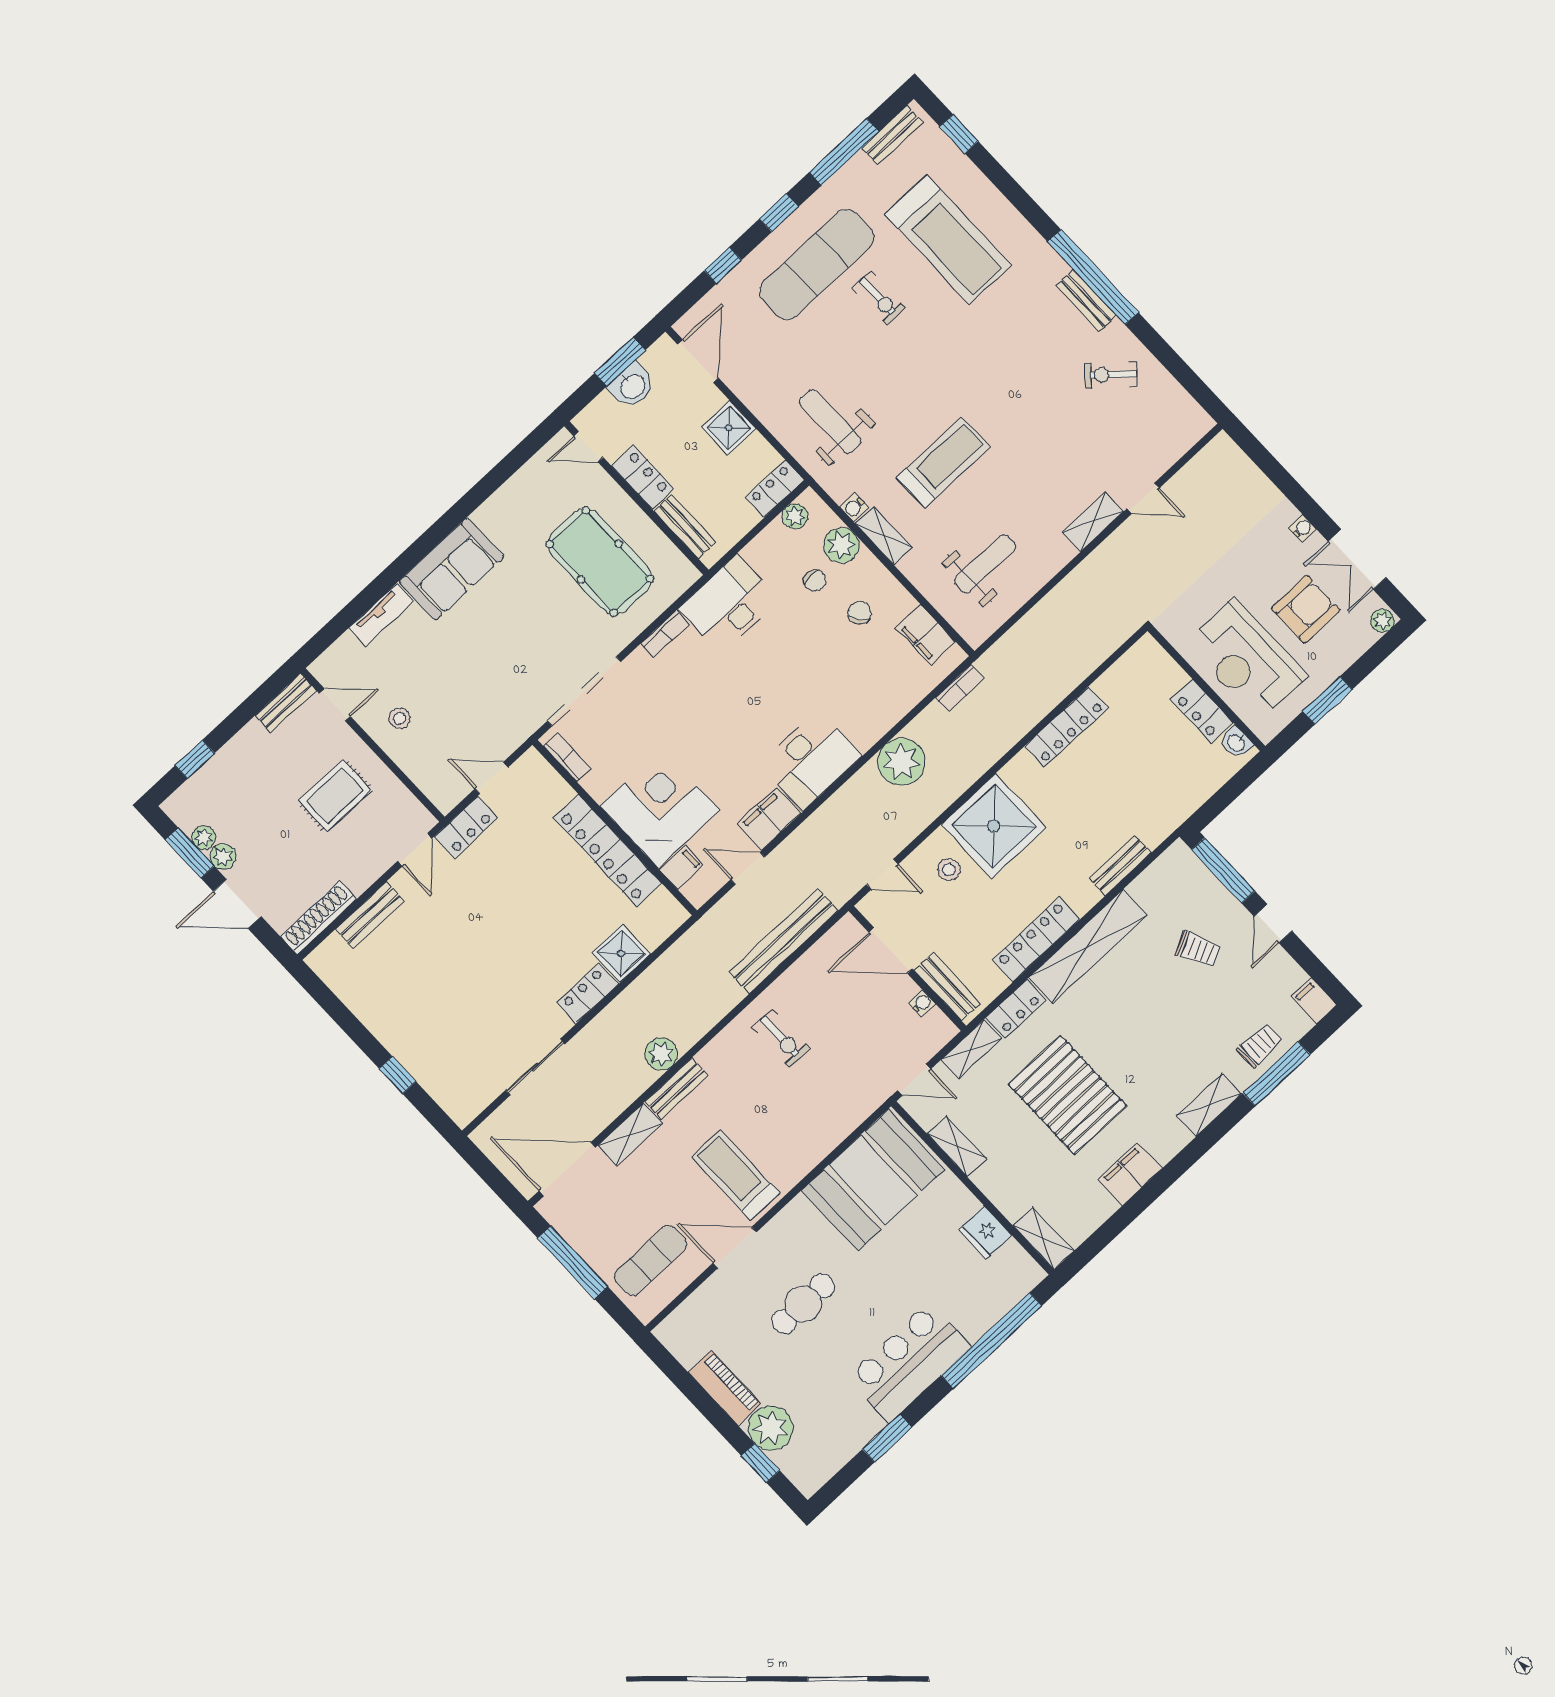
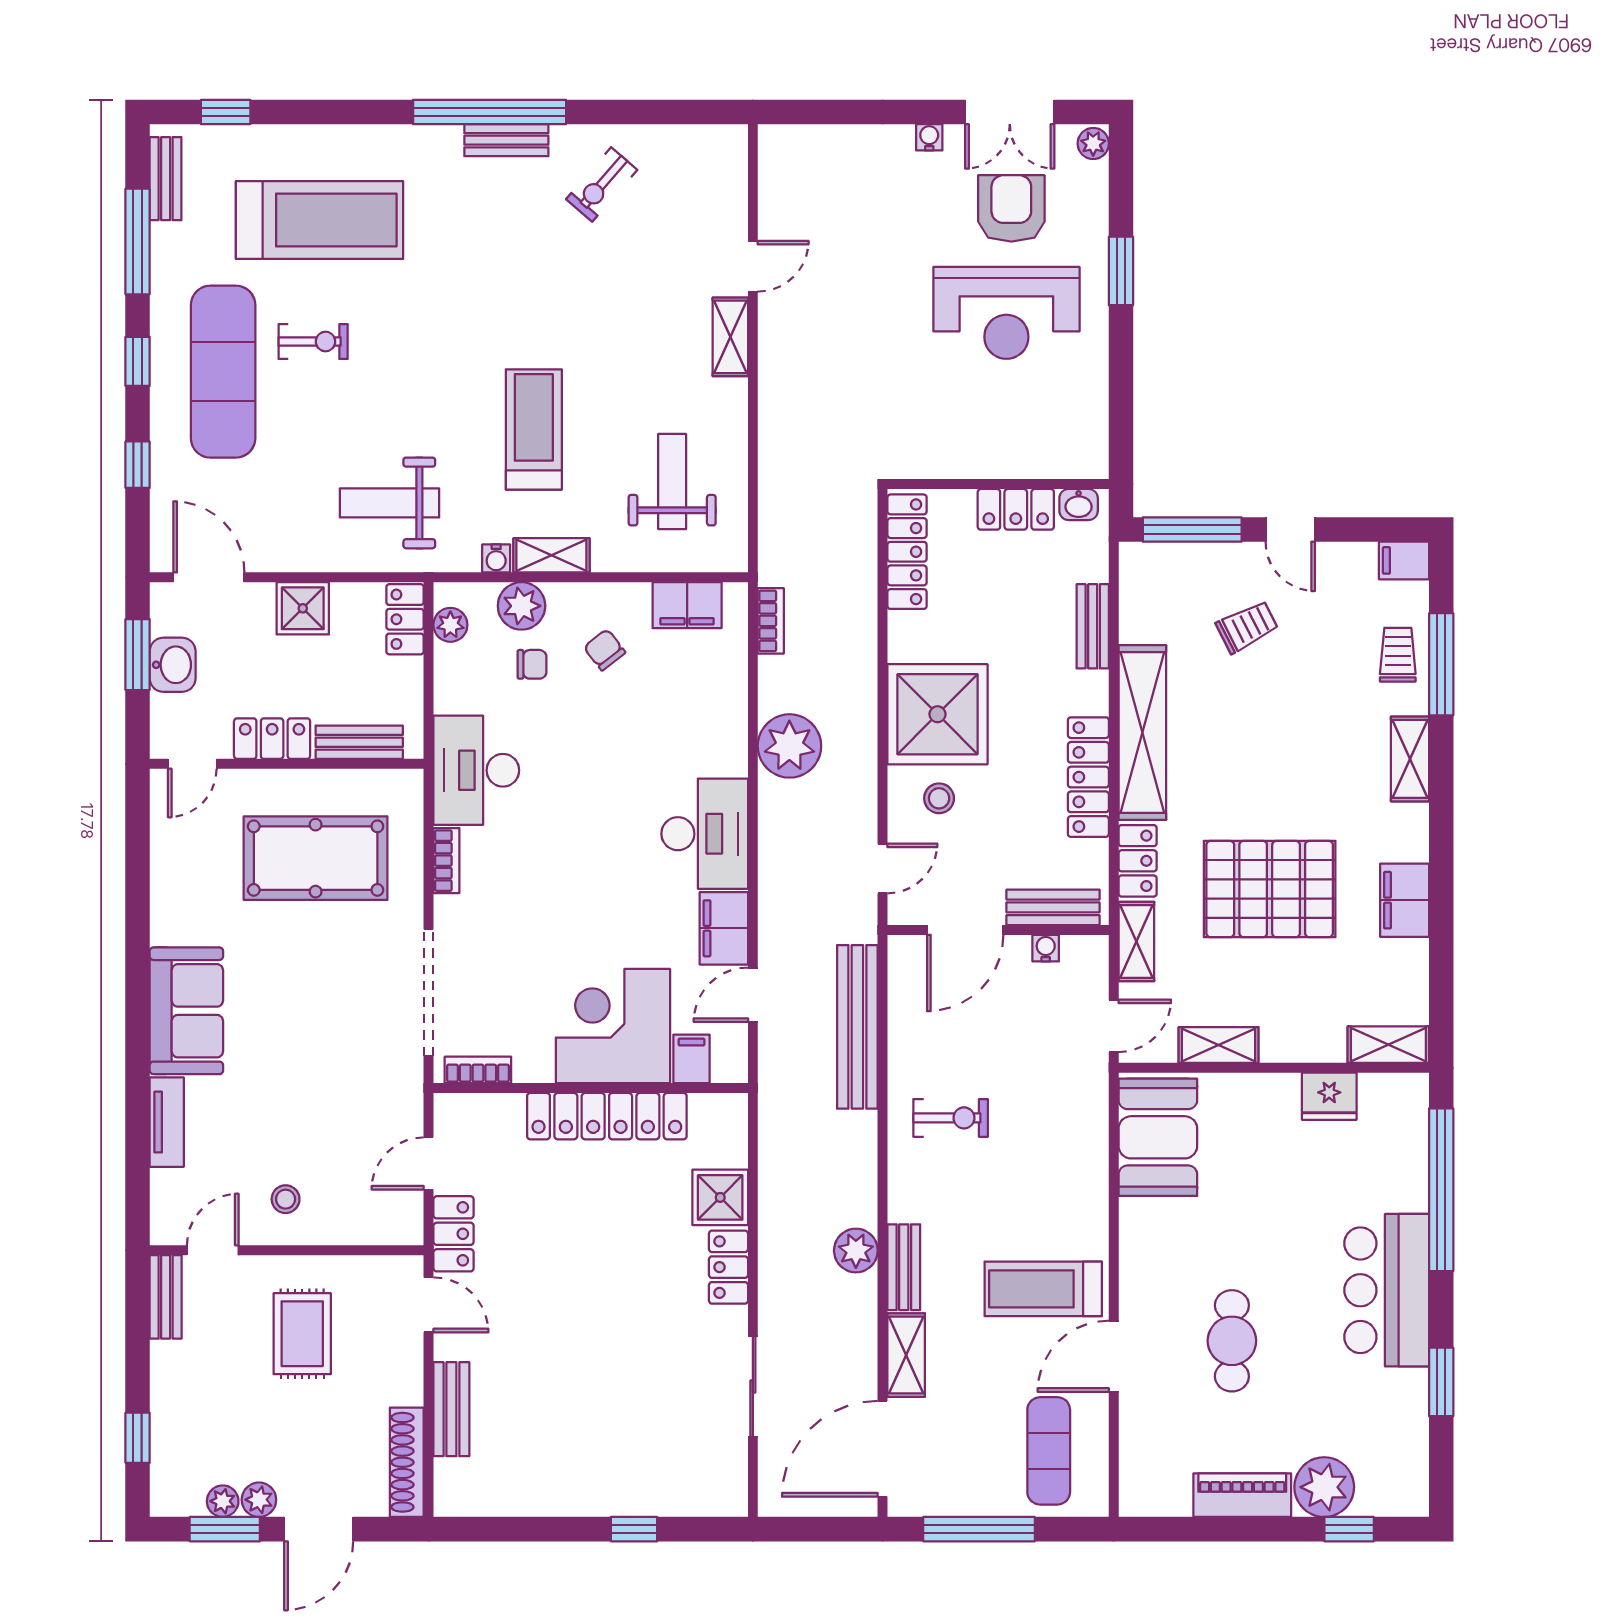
wall: (1207, 688) -> (998, 484), moved
locker: (1202, 711) -> (1016, 509), moved
washbasin: (1236, 743) -> (1079, 505), moved
booth: (873, 1180) -> (1158, 1137), width x0.73, depth x0.70

